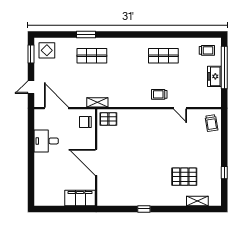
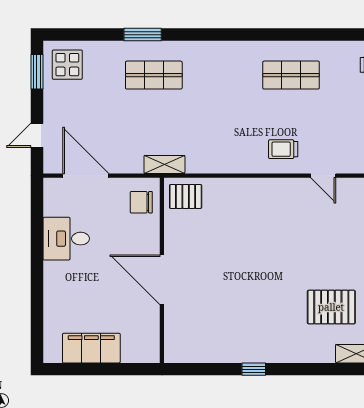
filing cabinet: (80, 198) -> (91, 348), moved

